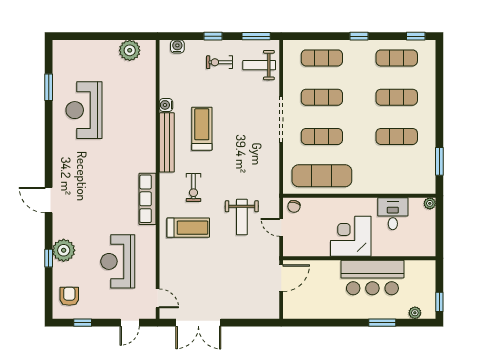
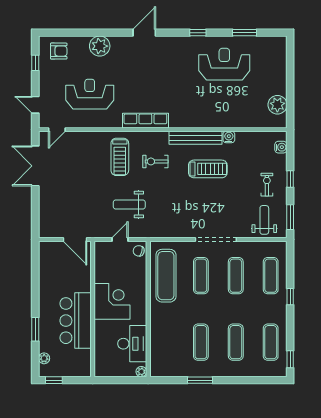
window: (359, 36) -> (290, 297), moved
window: (439, 161) -> (200, 380), moved
desk: (393, 214) -> (132, 344), width x1.37
window: (49, 258) -> (198, 33), moved

